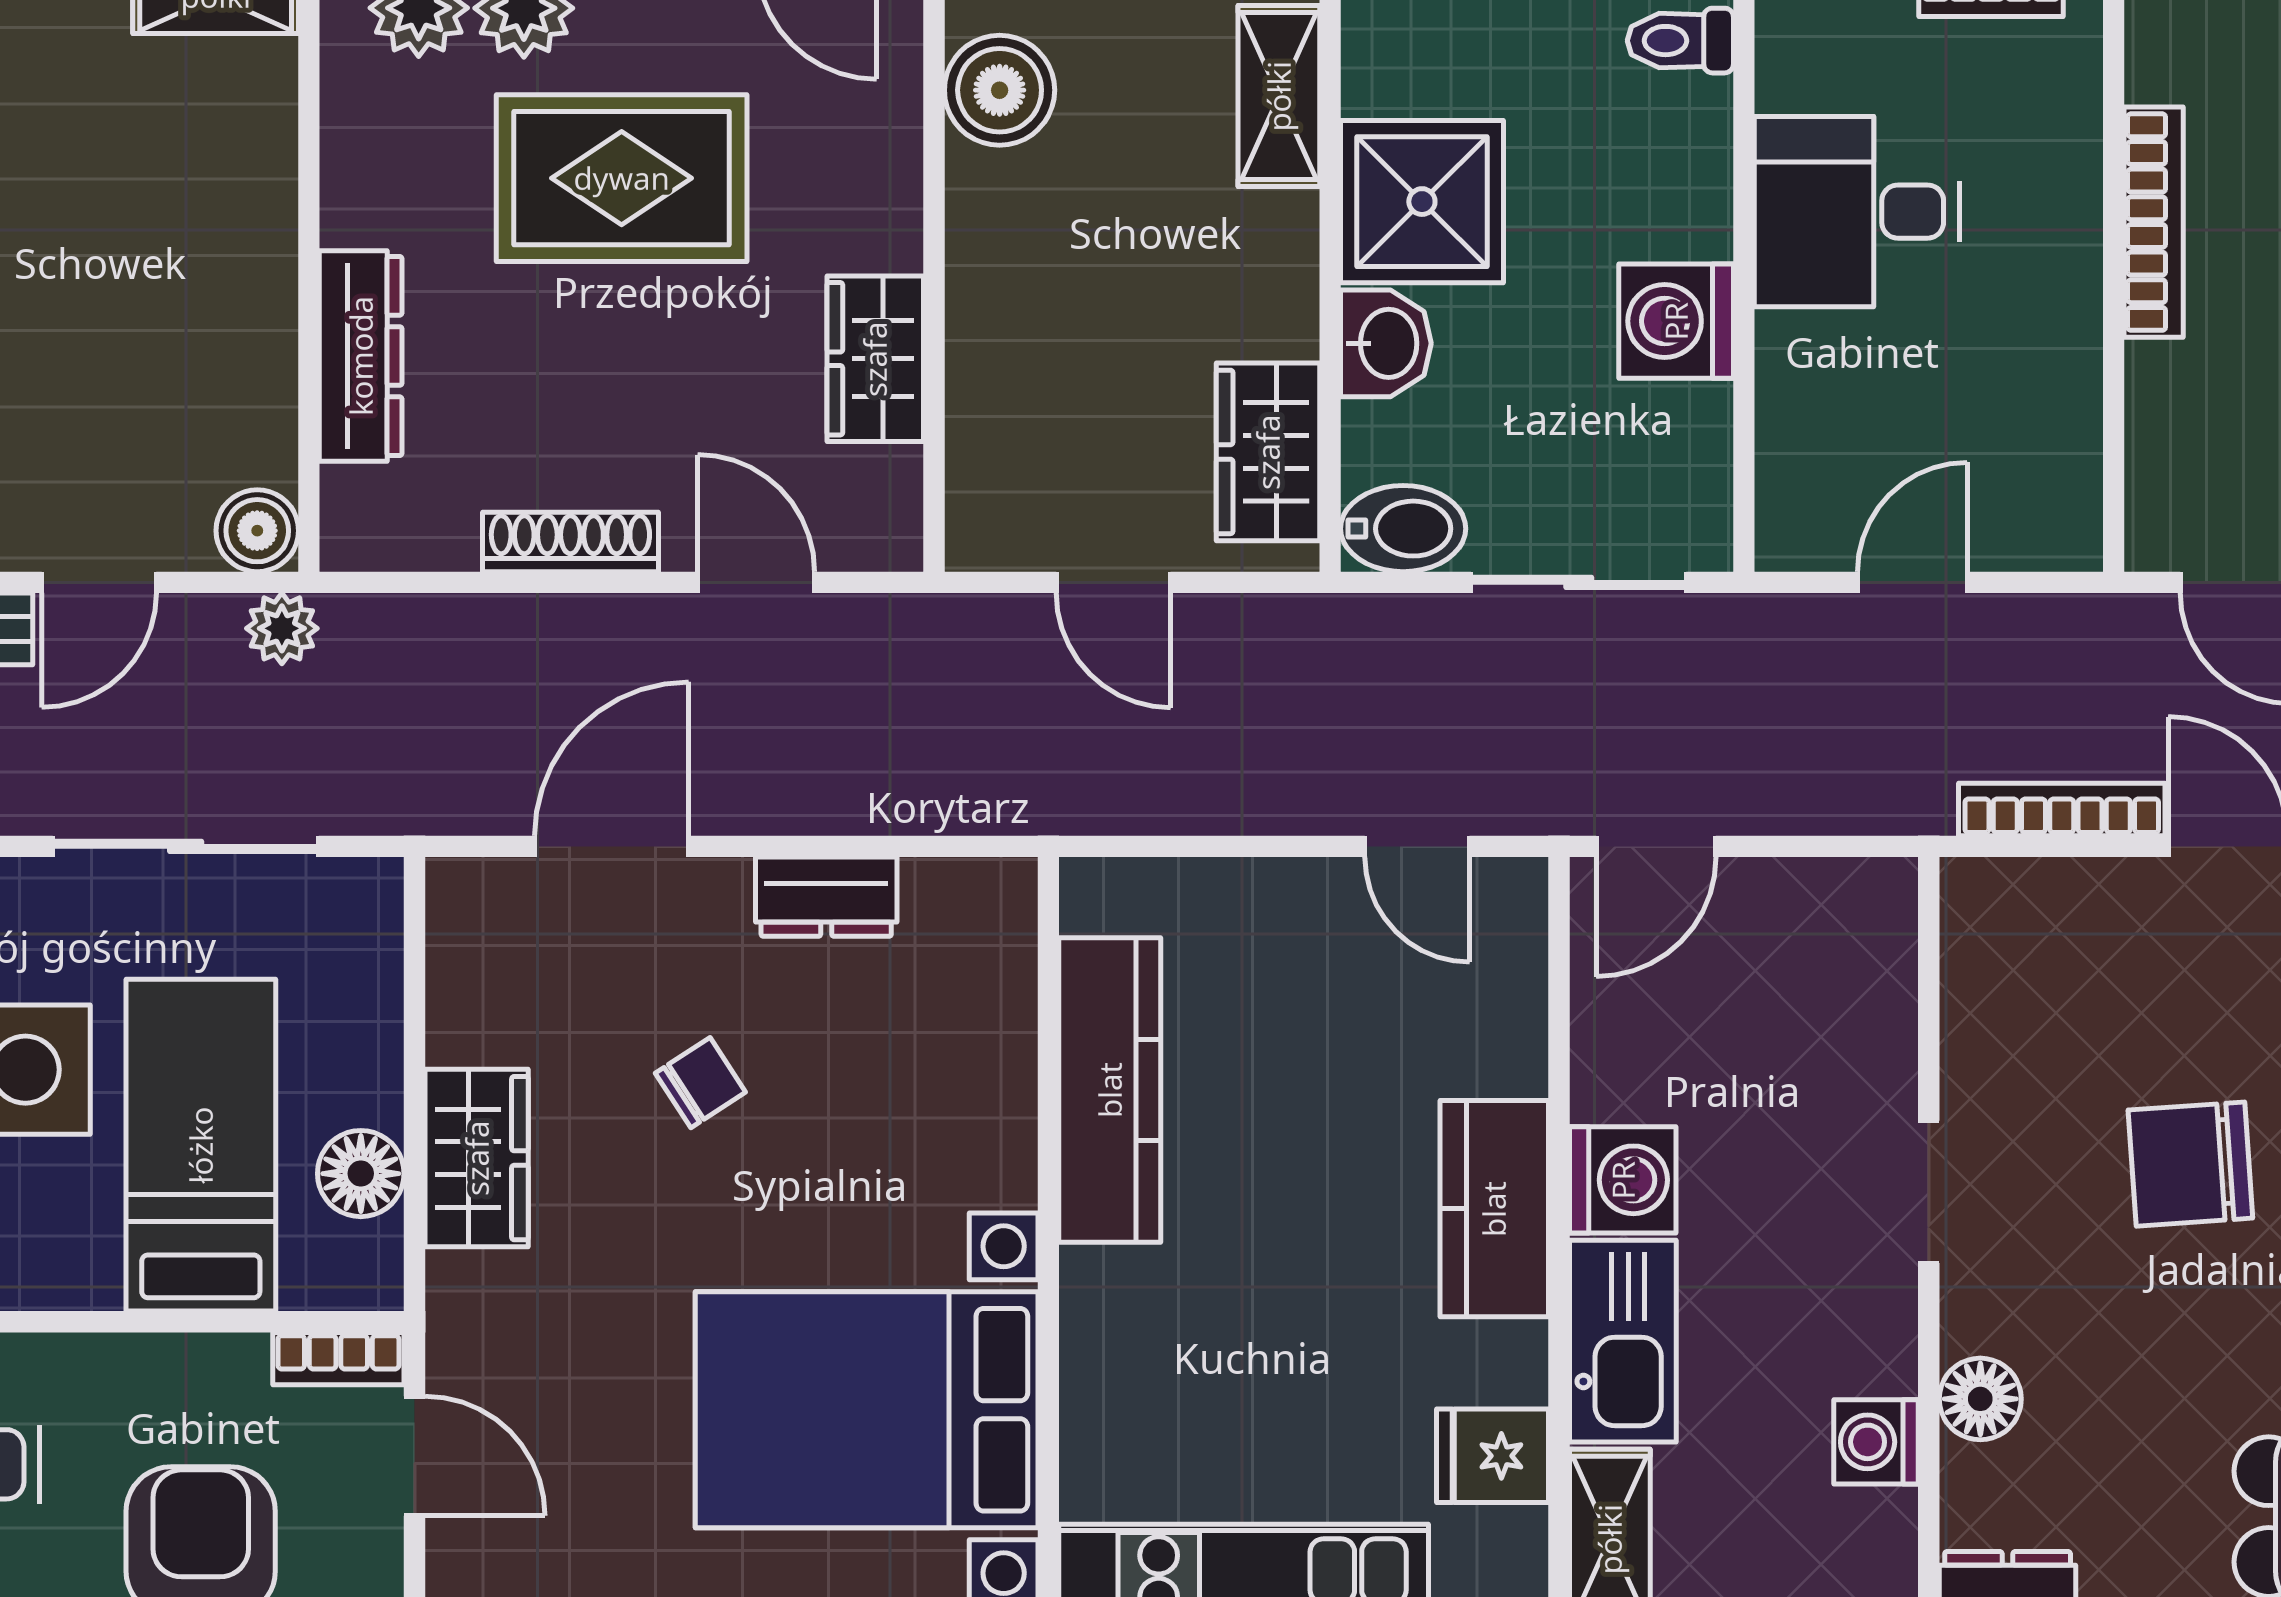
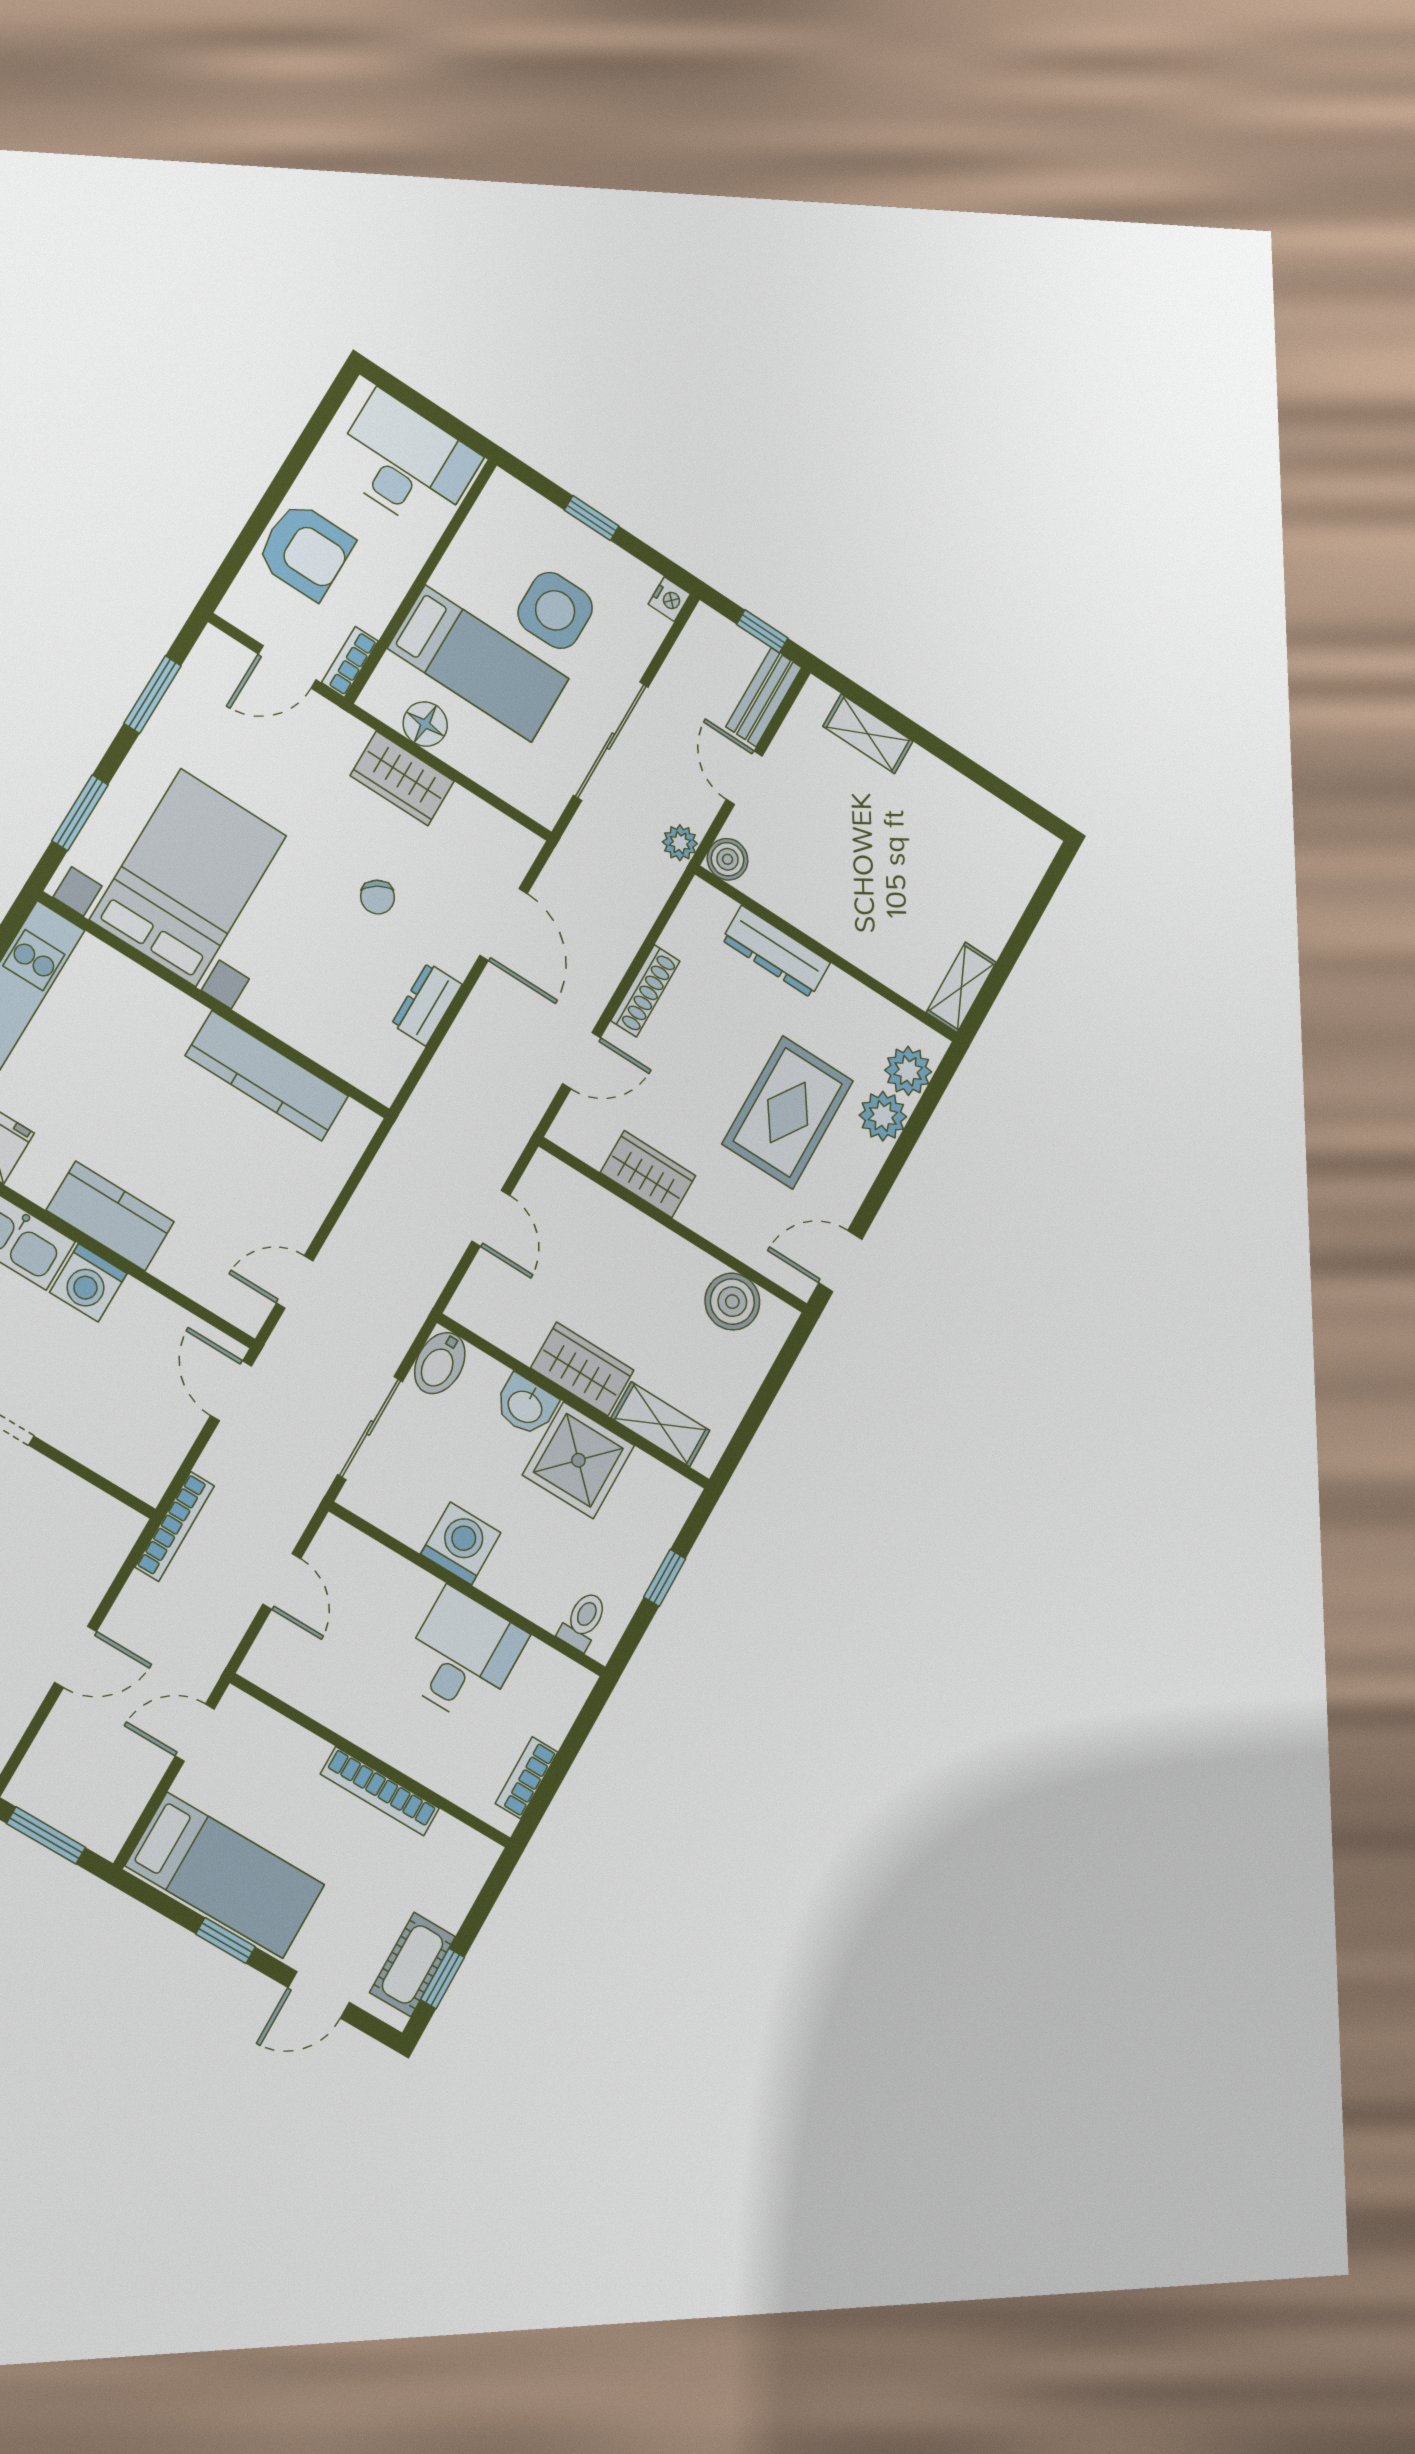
wardrobe: (1268, 452) -> (582, 1369), moved
door: (1113, 582) -> (491, 1218), swing flipped
bookcase: (2062, 809) -> (175, 1526), moved

